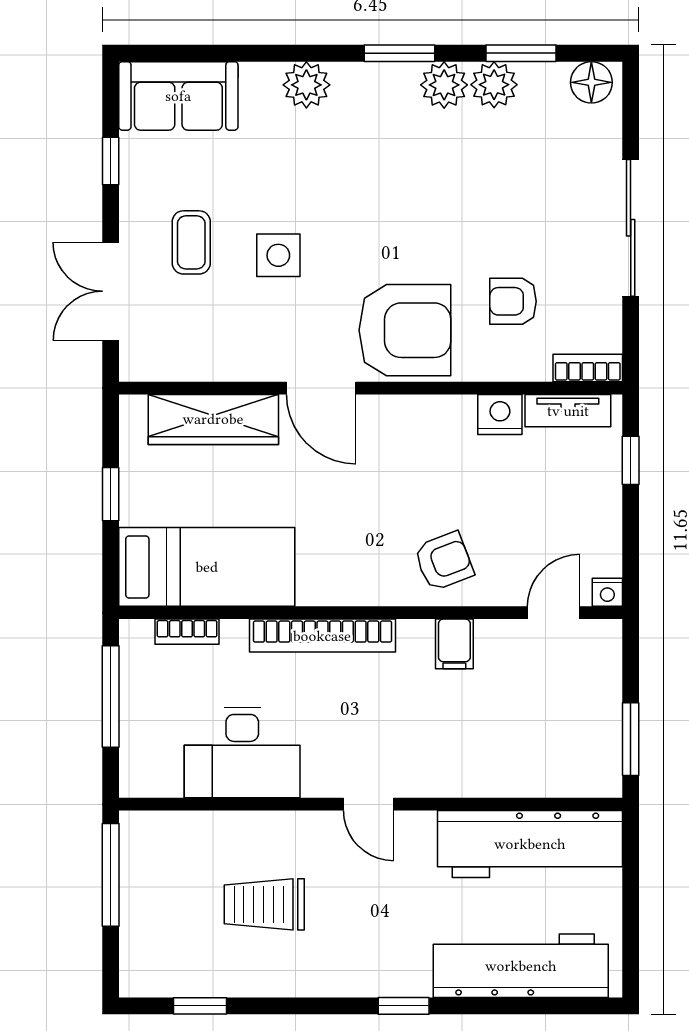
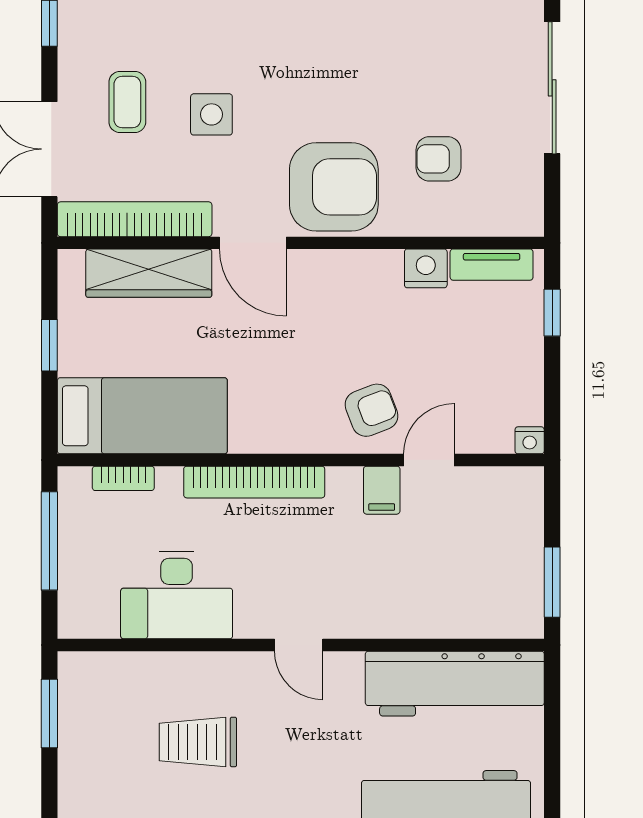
bookcase: (588, 368) -> (135, 219), moved, width x2.31, depth x1.31
door: (554, 613) -> (429, 460), moved
window: (111, 875) -> (49, 713), width x0.69

